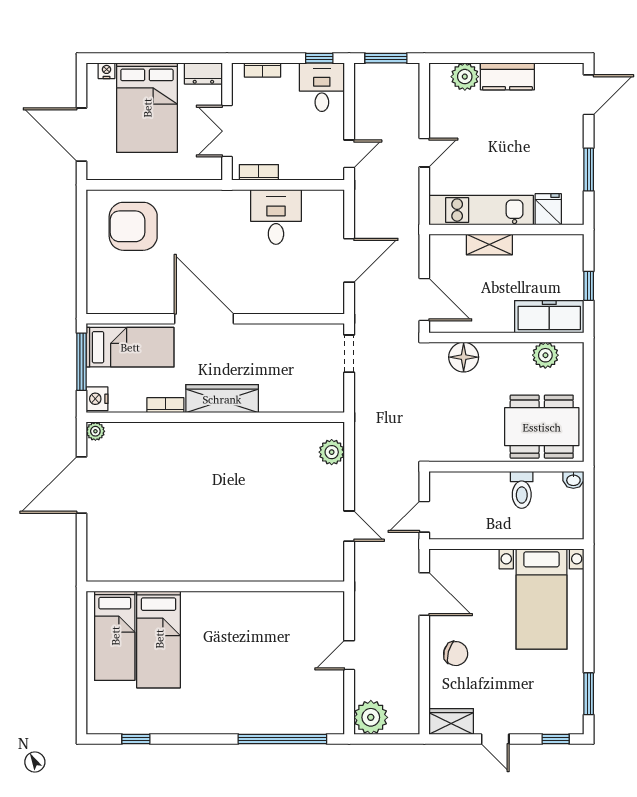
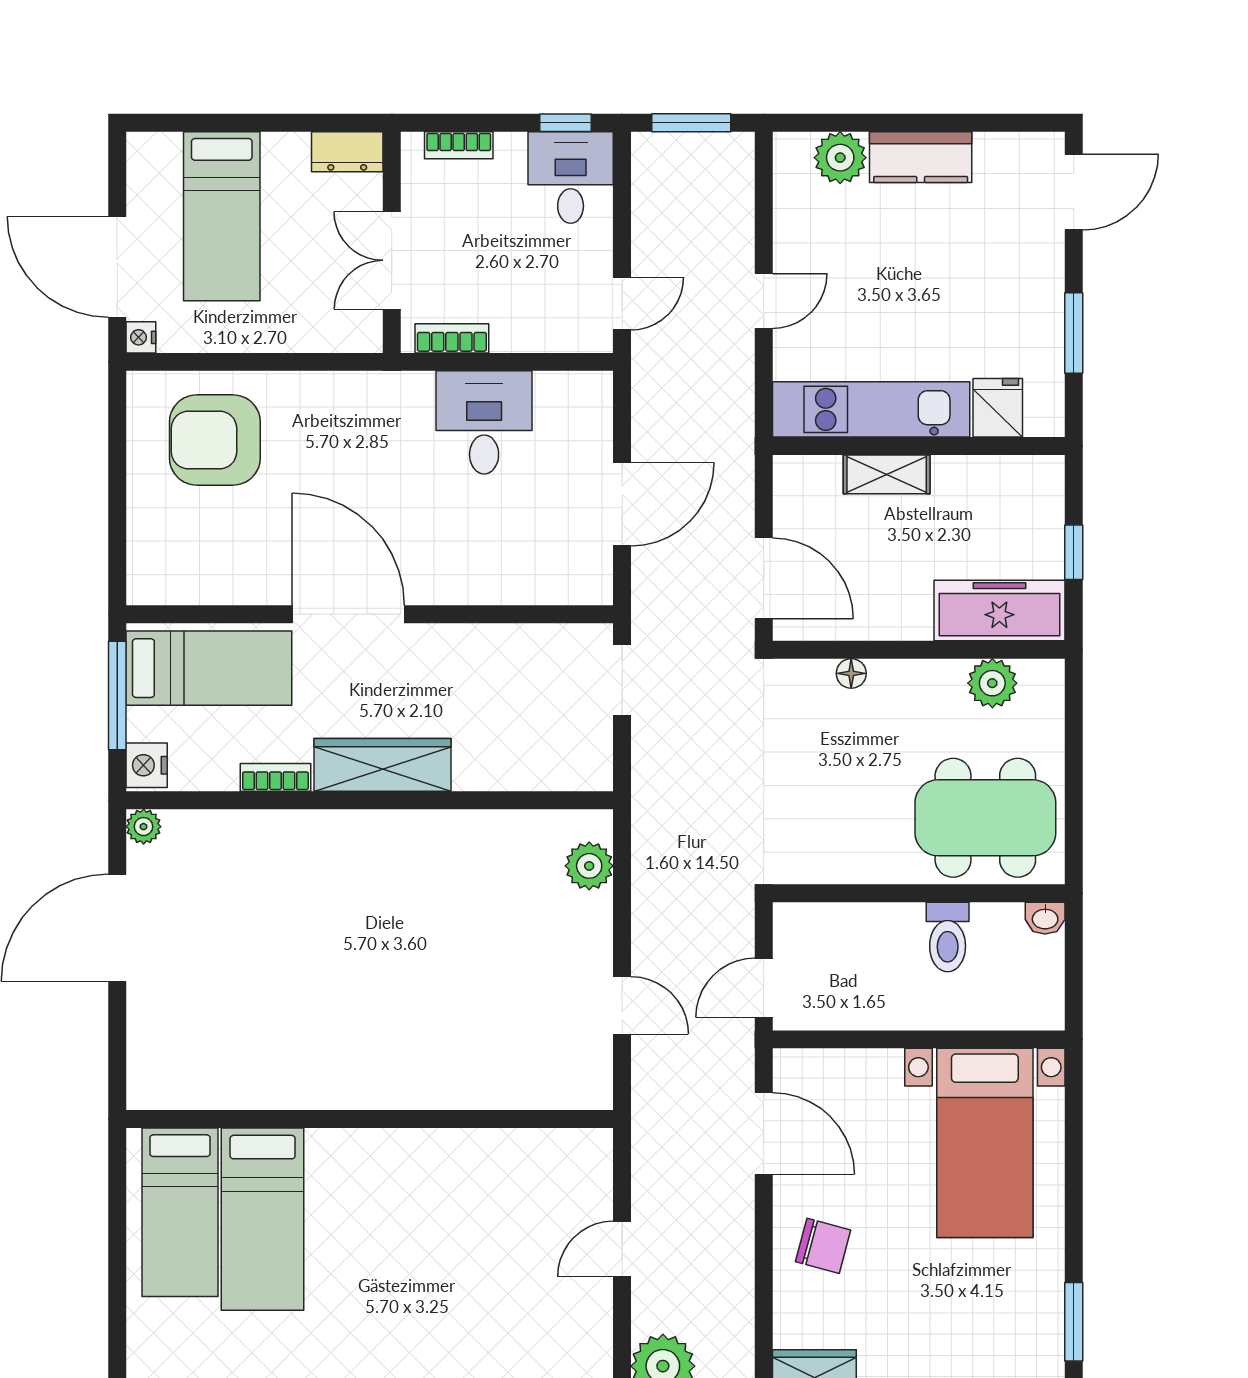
nightstand: (107, 71) -> (141, 337), moved, turned -90
bed: (147, 108) -> (222, 216), width x0.67
floor lamp: (464, 357) -> (851, 673), width x0.53, depth x0.53

